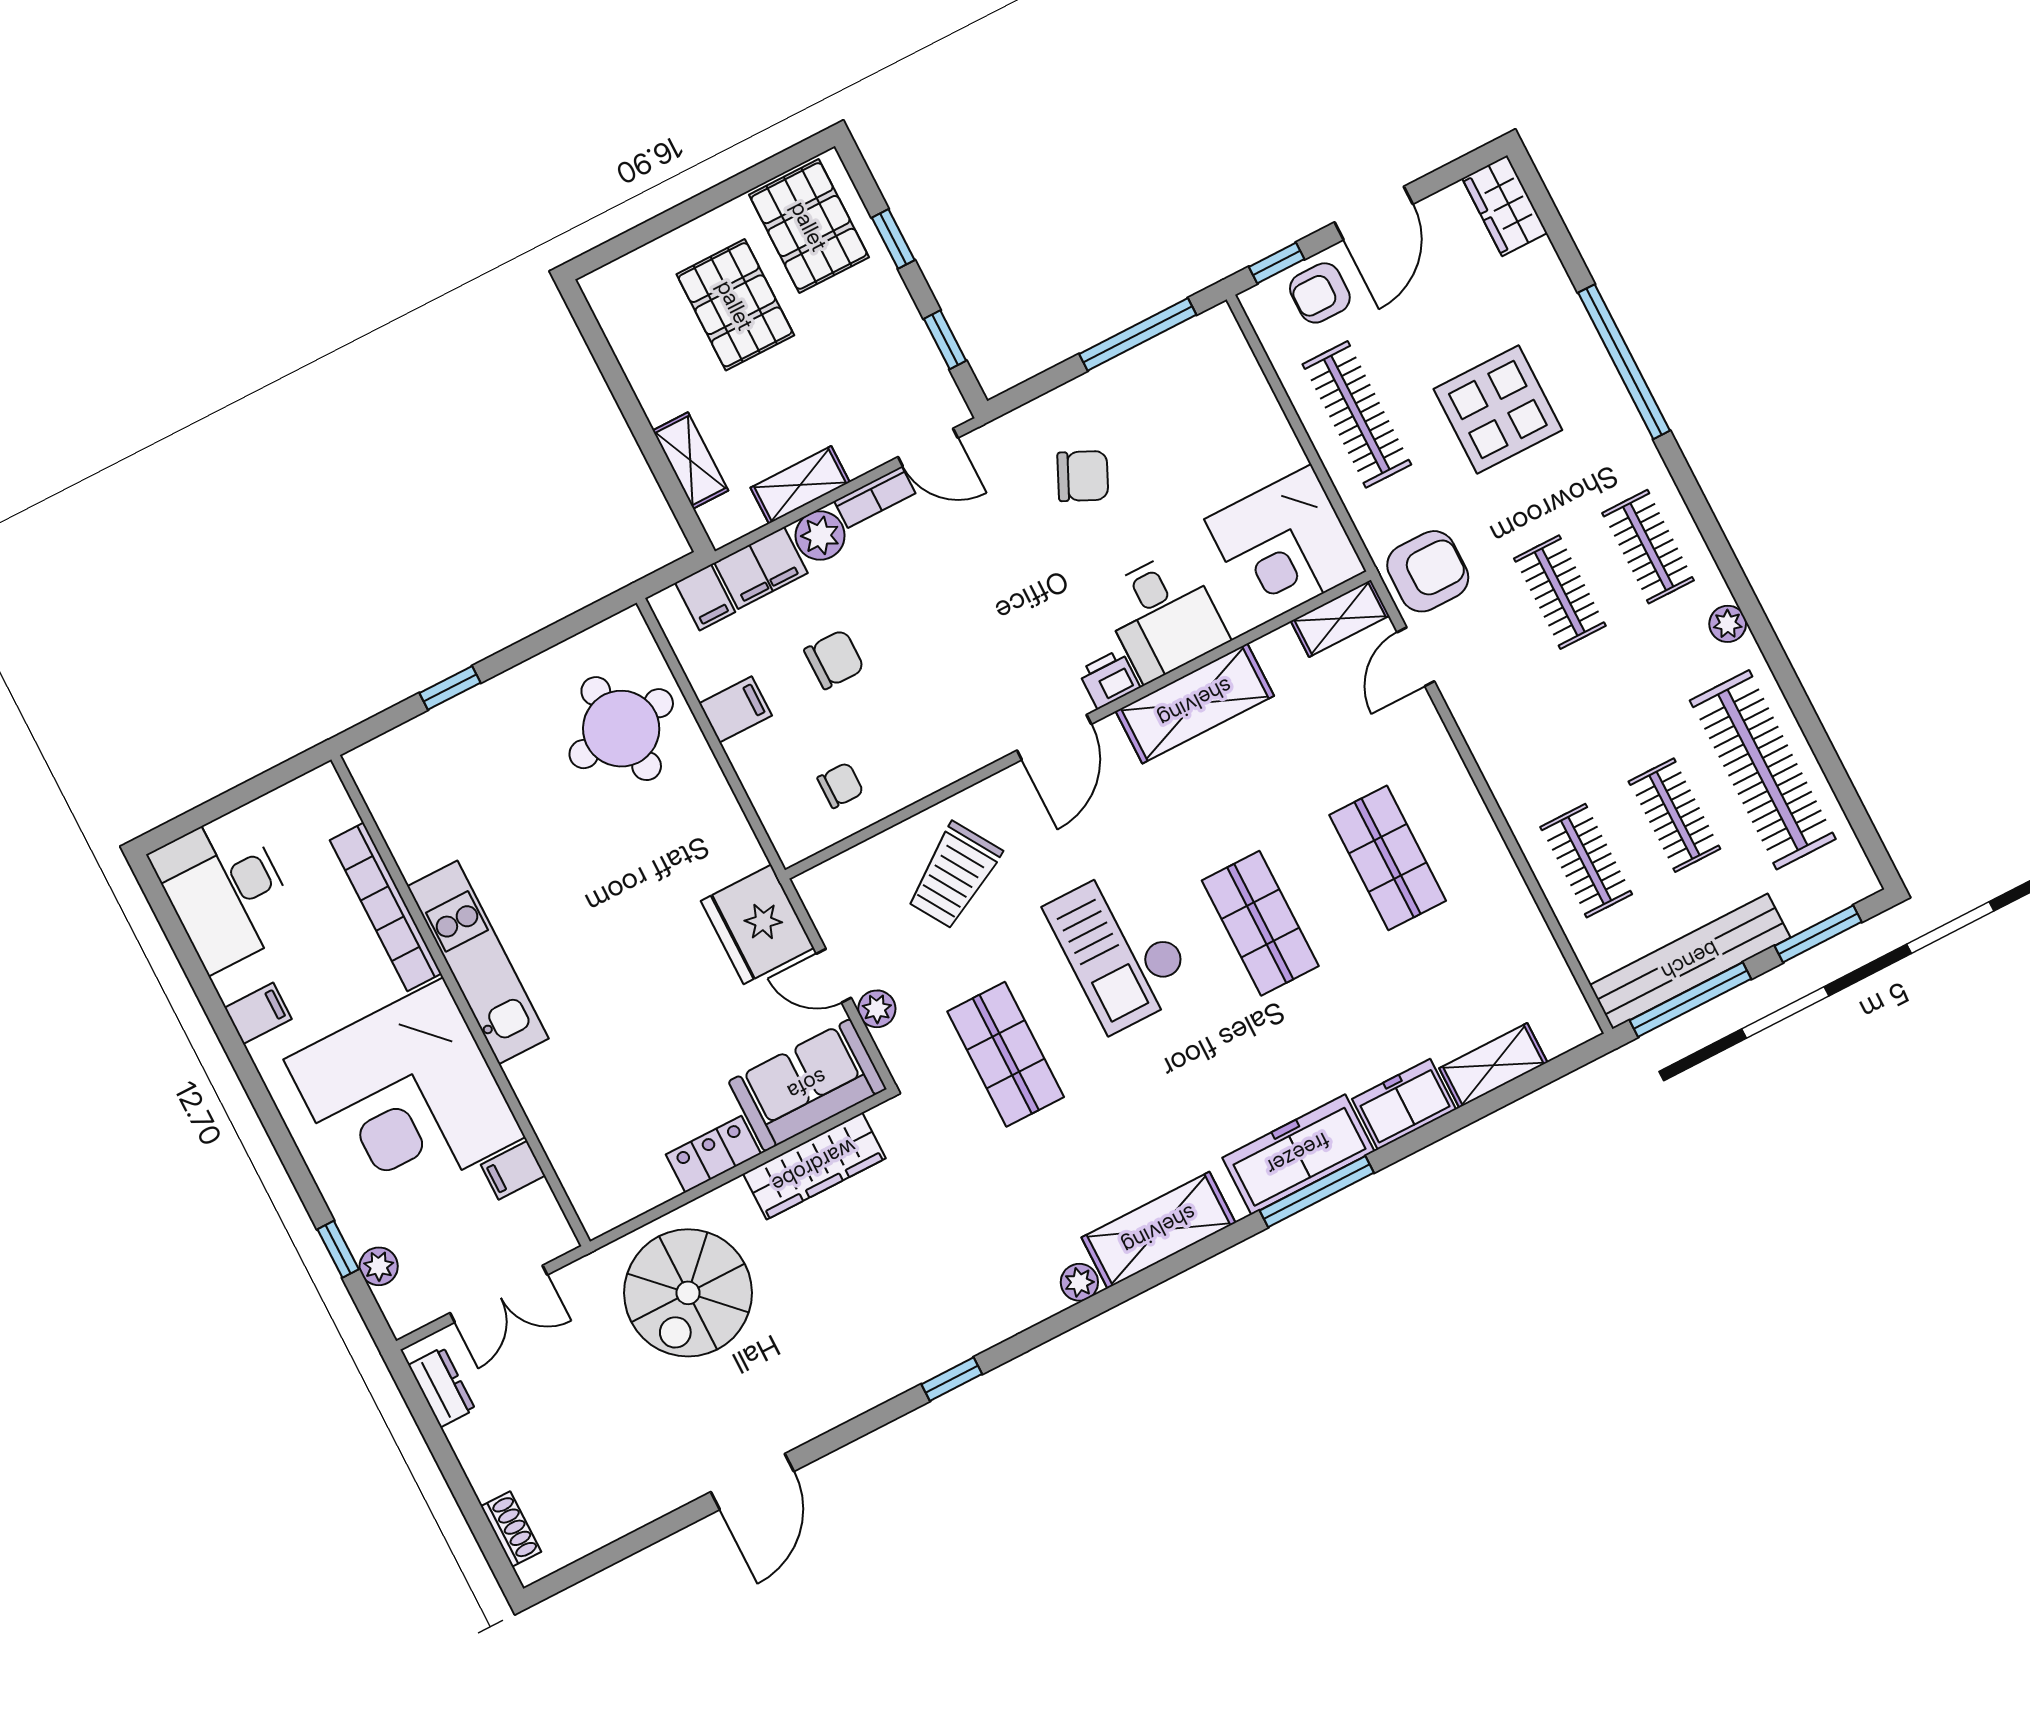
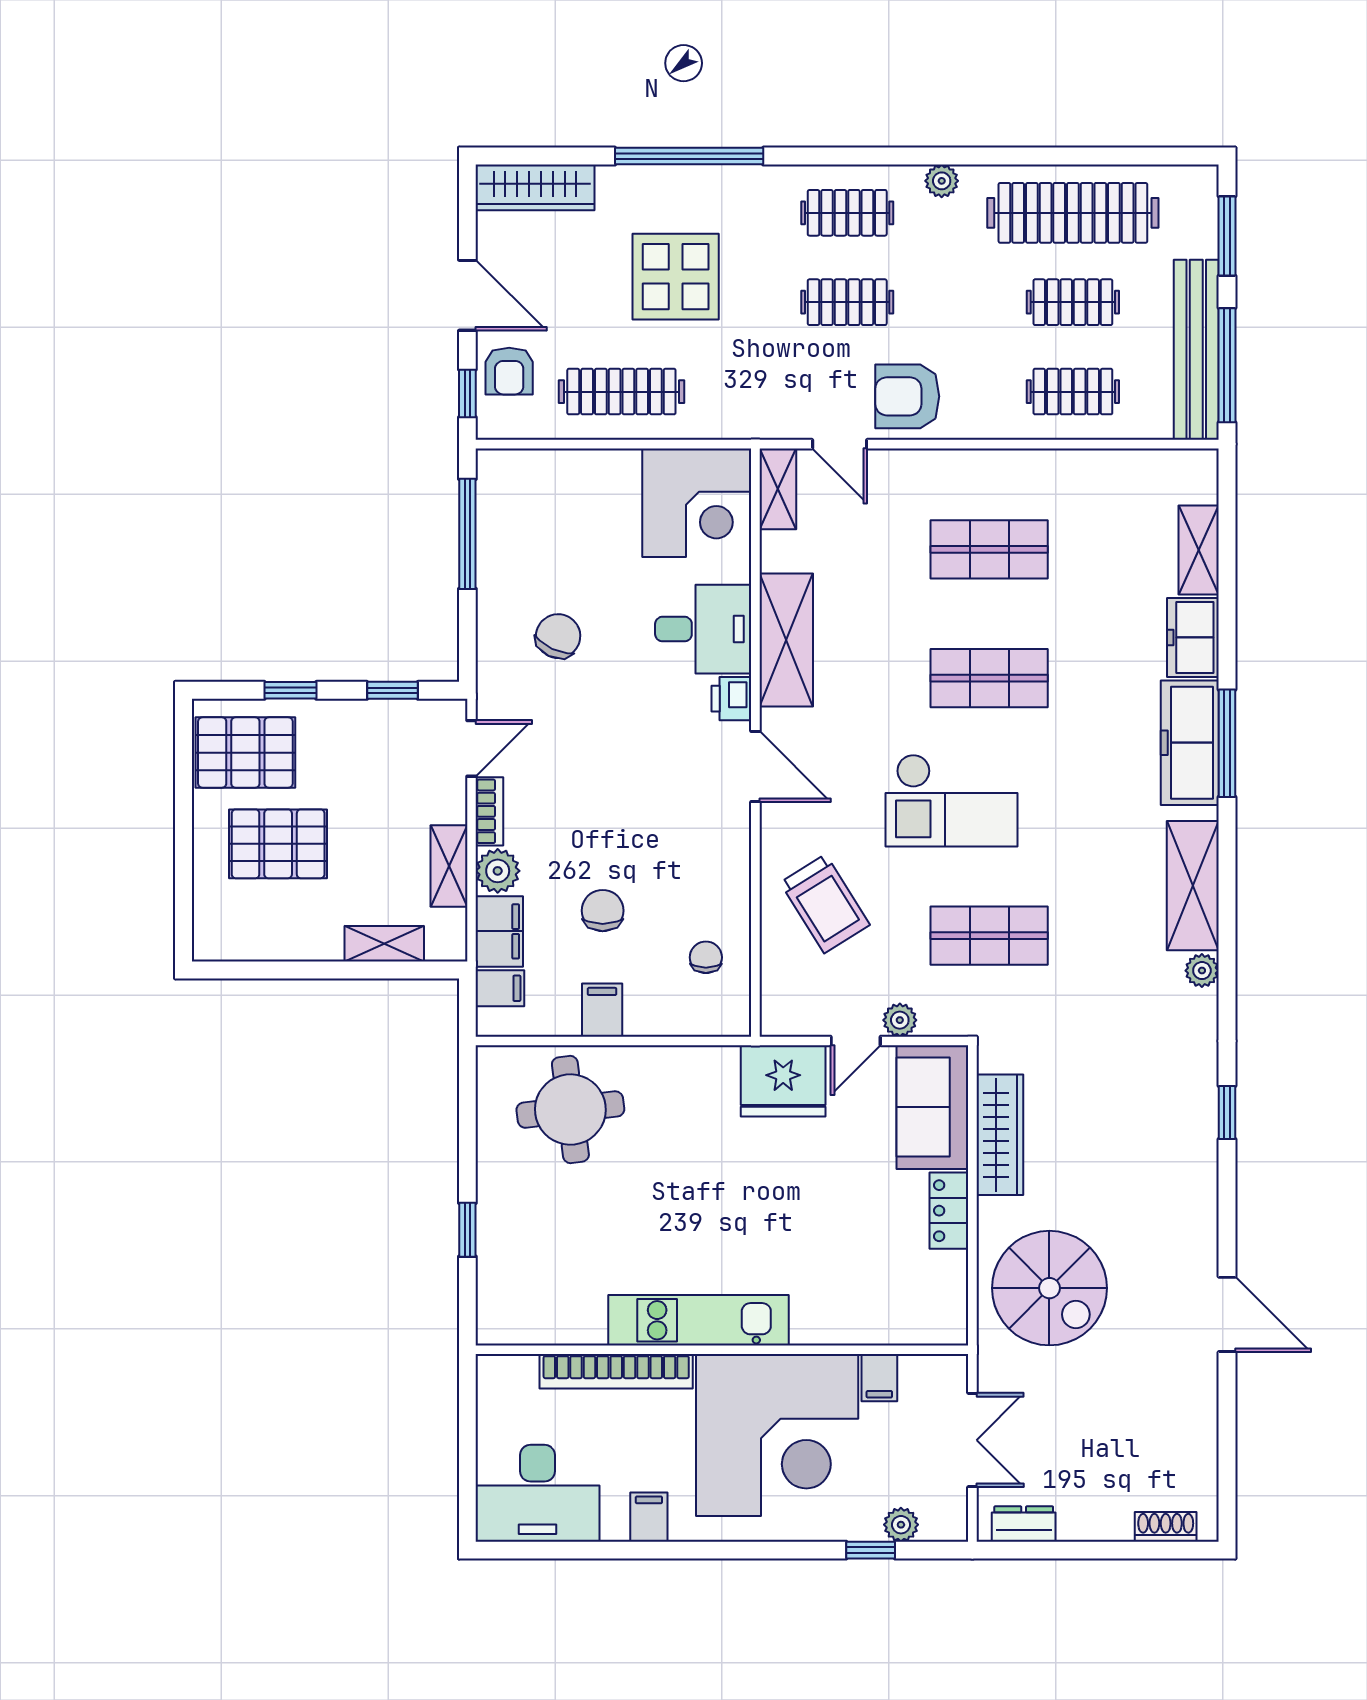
wardrobe: (1505, 206) -> (535, 187), width x1.50
armchair: (1428, 571) -> (907, 396), moved, turned -90

